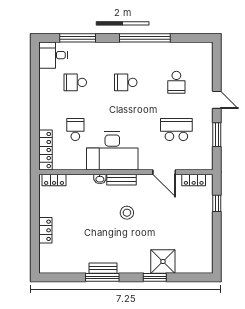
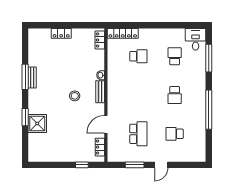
school desk: (126, 82) -> (175, 95), turned 180
desk: (112, 151) -> (122, 85), removed

